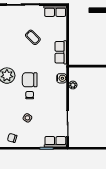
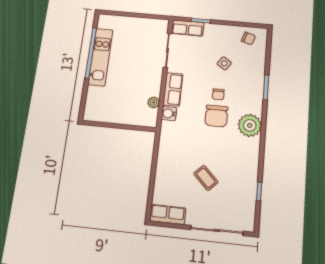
row of seats: (61, 52) -> (173, 89), moved
chair: (30, 80) -> (216, 116), turned 90

